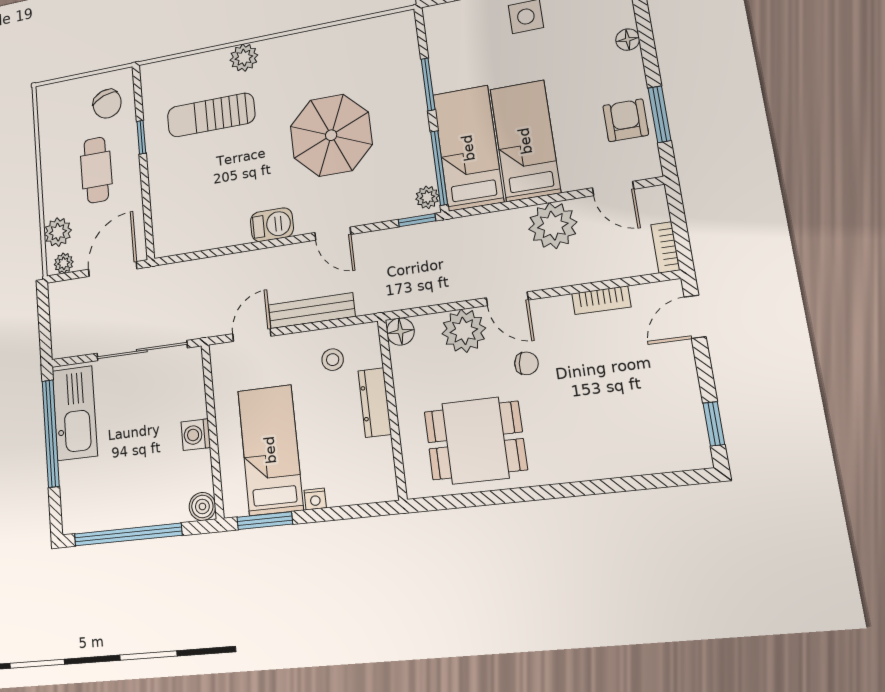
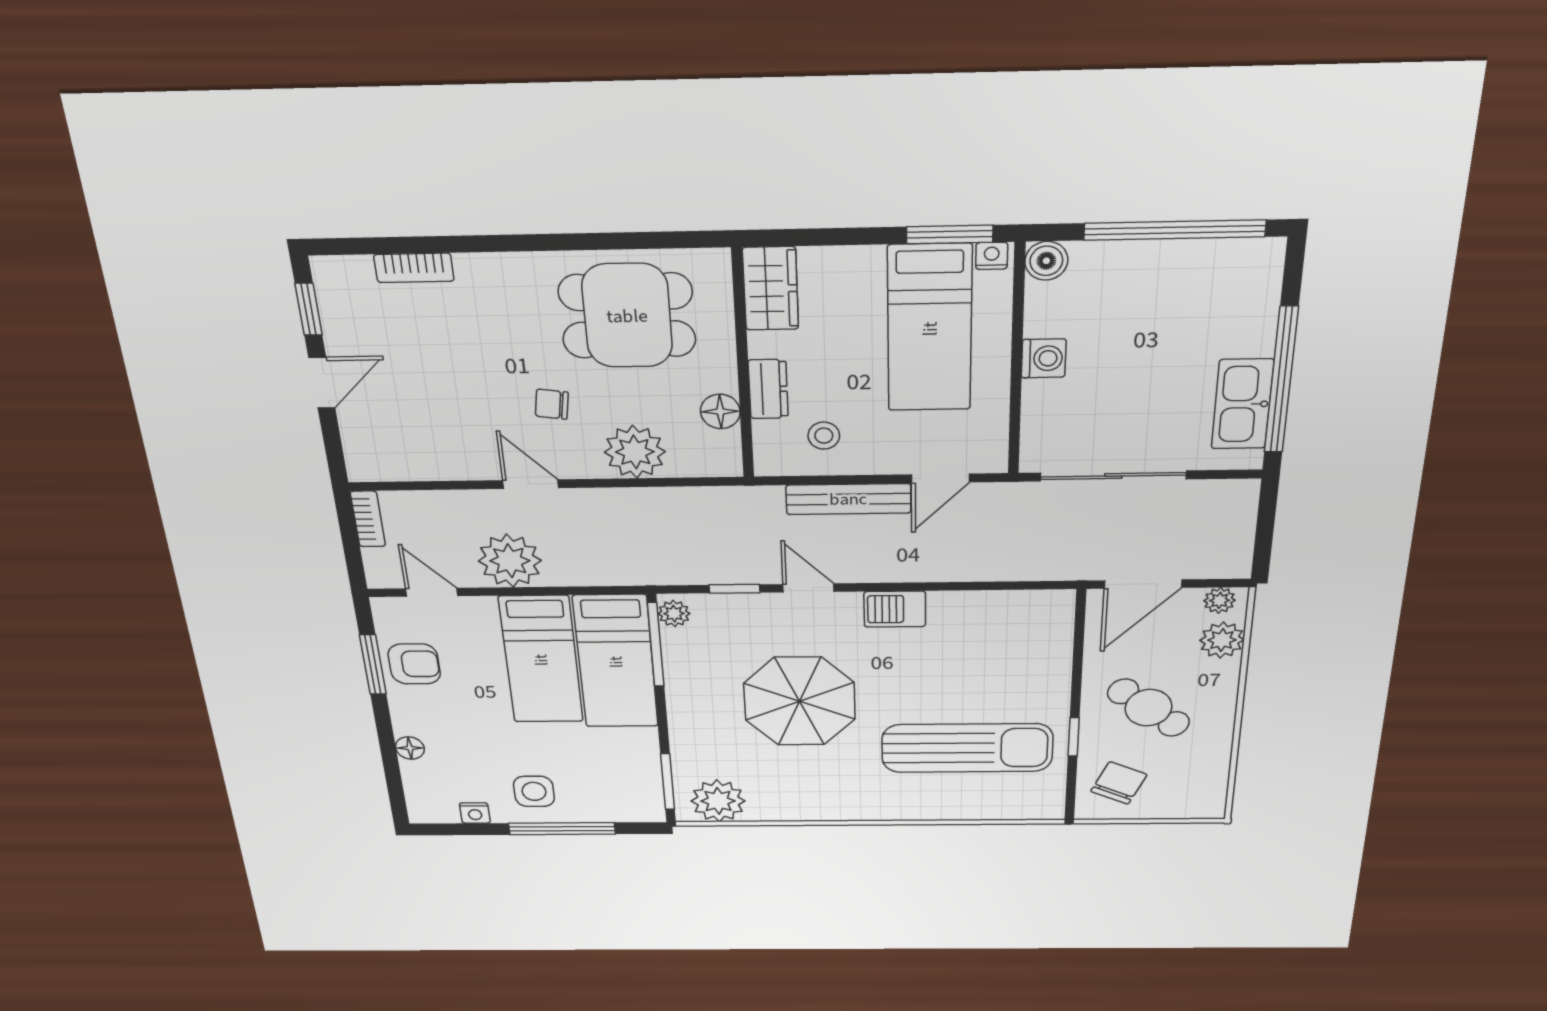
plant: (244, 58) -> (718, 801), moved, width x1.36, depth x1.36
window: (428, 84) -> (668, 782), moved
chair: (107, 104) -> (1119, 783), turned 43
sun lounger: (211, 115) -> (967, 748), width x1.36, depth x1.34
armchair: (626, 120) -> (414, 664), turned -90
cafe table: (96, 170) -> (1149, 708), turned -52
window: (417, 220) -> (734, 589), moved
door: (507, 299) -> (531, 484), moved
bookcase: (601, 300) -> (414, 268), moved, turned 180
door: (695, 317) -> (322, 383), moved
floor lamp: (400, 332) -> (720, 411), moved
dresser: (375, 402) -> (768, 389), width x0.70
kitchen sink: (75, 413) -> (1242, 404), width x0.73, depth x0.81
wardrobe: (378, 471) -> (771, 289), added
nightstand: (315, 499) -> (992, 256), moved

